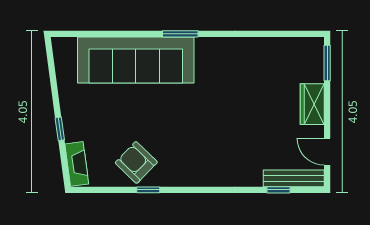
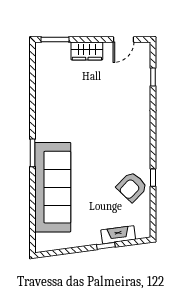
fireplace: (77, 164) -> (118, 235), moved
bench: (294, 178) -> (144, 65), removed

